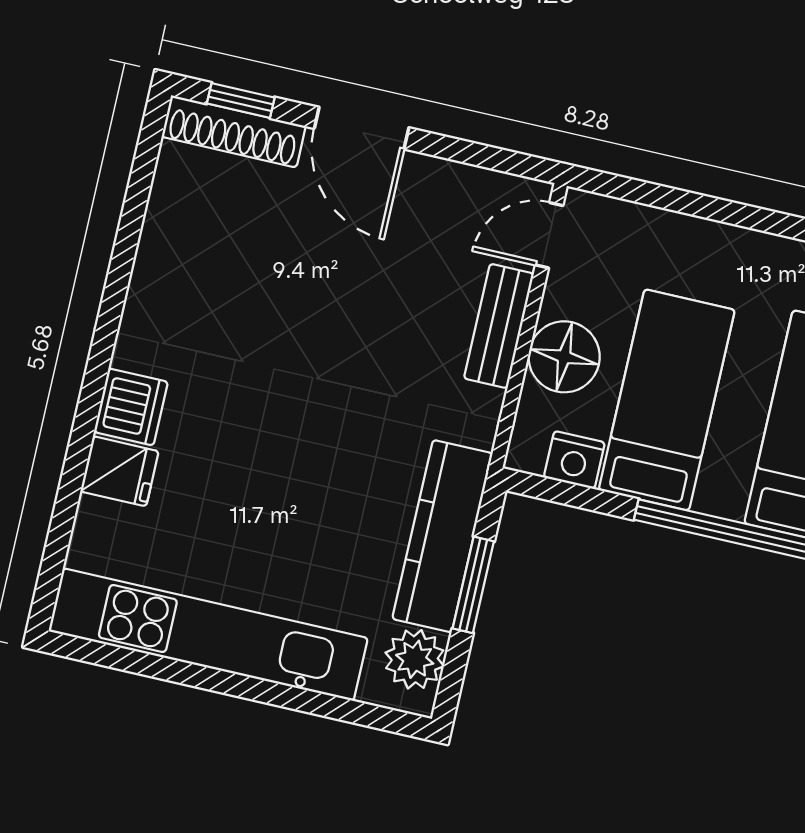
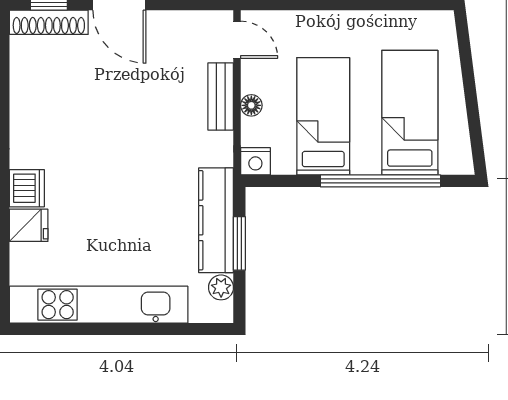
door: (549, 235) -> (237, 40), swing flipped
floor lamp: (564, 357) -> (251, 105), width x0.53, depth x0.53
nightstand: (574, 460) -> (255, 161), moved
plant: (415, 659) -> (221, 287), width x0.73, depth x0.73

